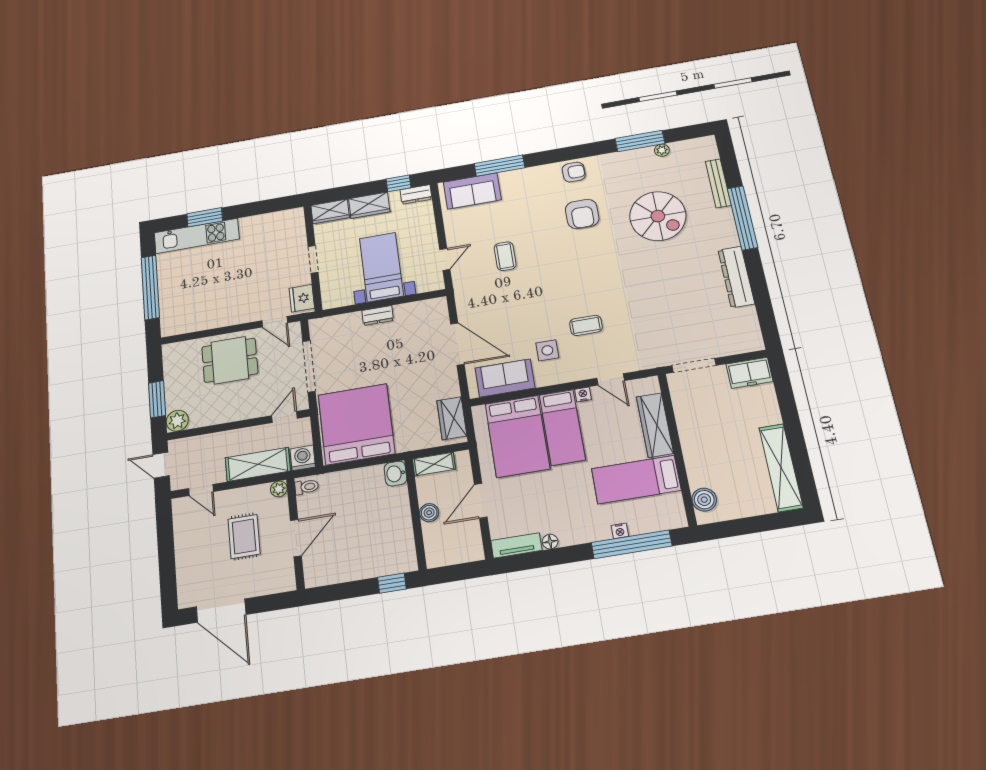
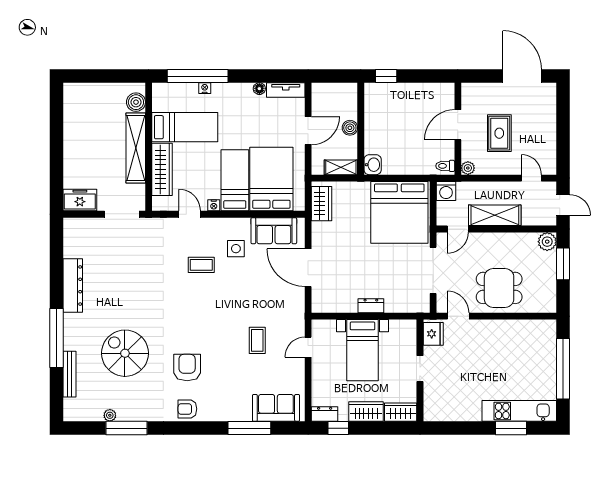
shelving: (258, 464) -> (495, 215), moved
shelving: (781, 467) -> (136, 148), moved

